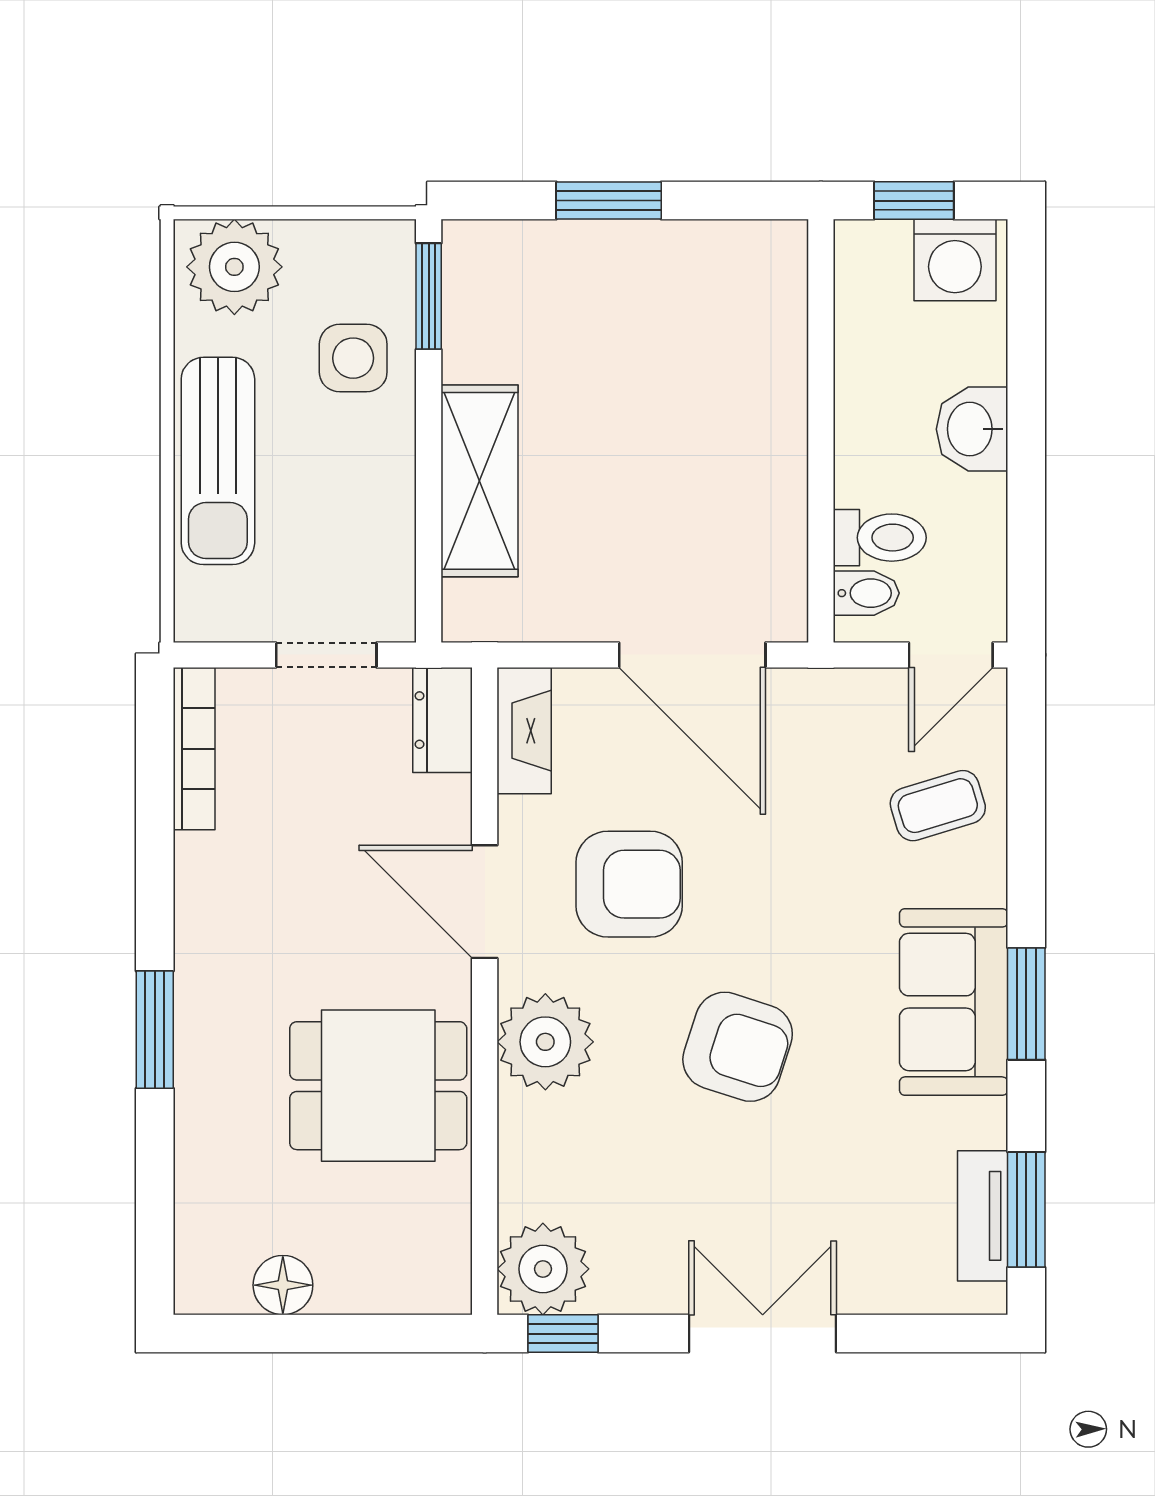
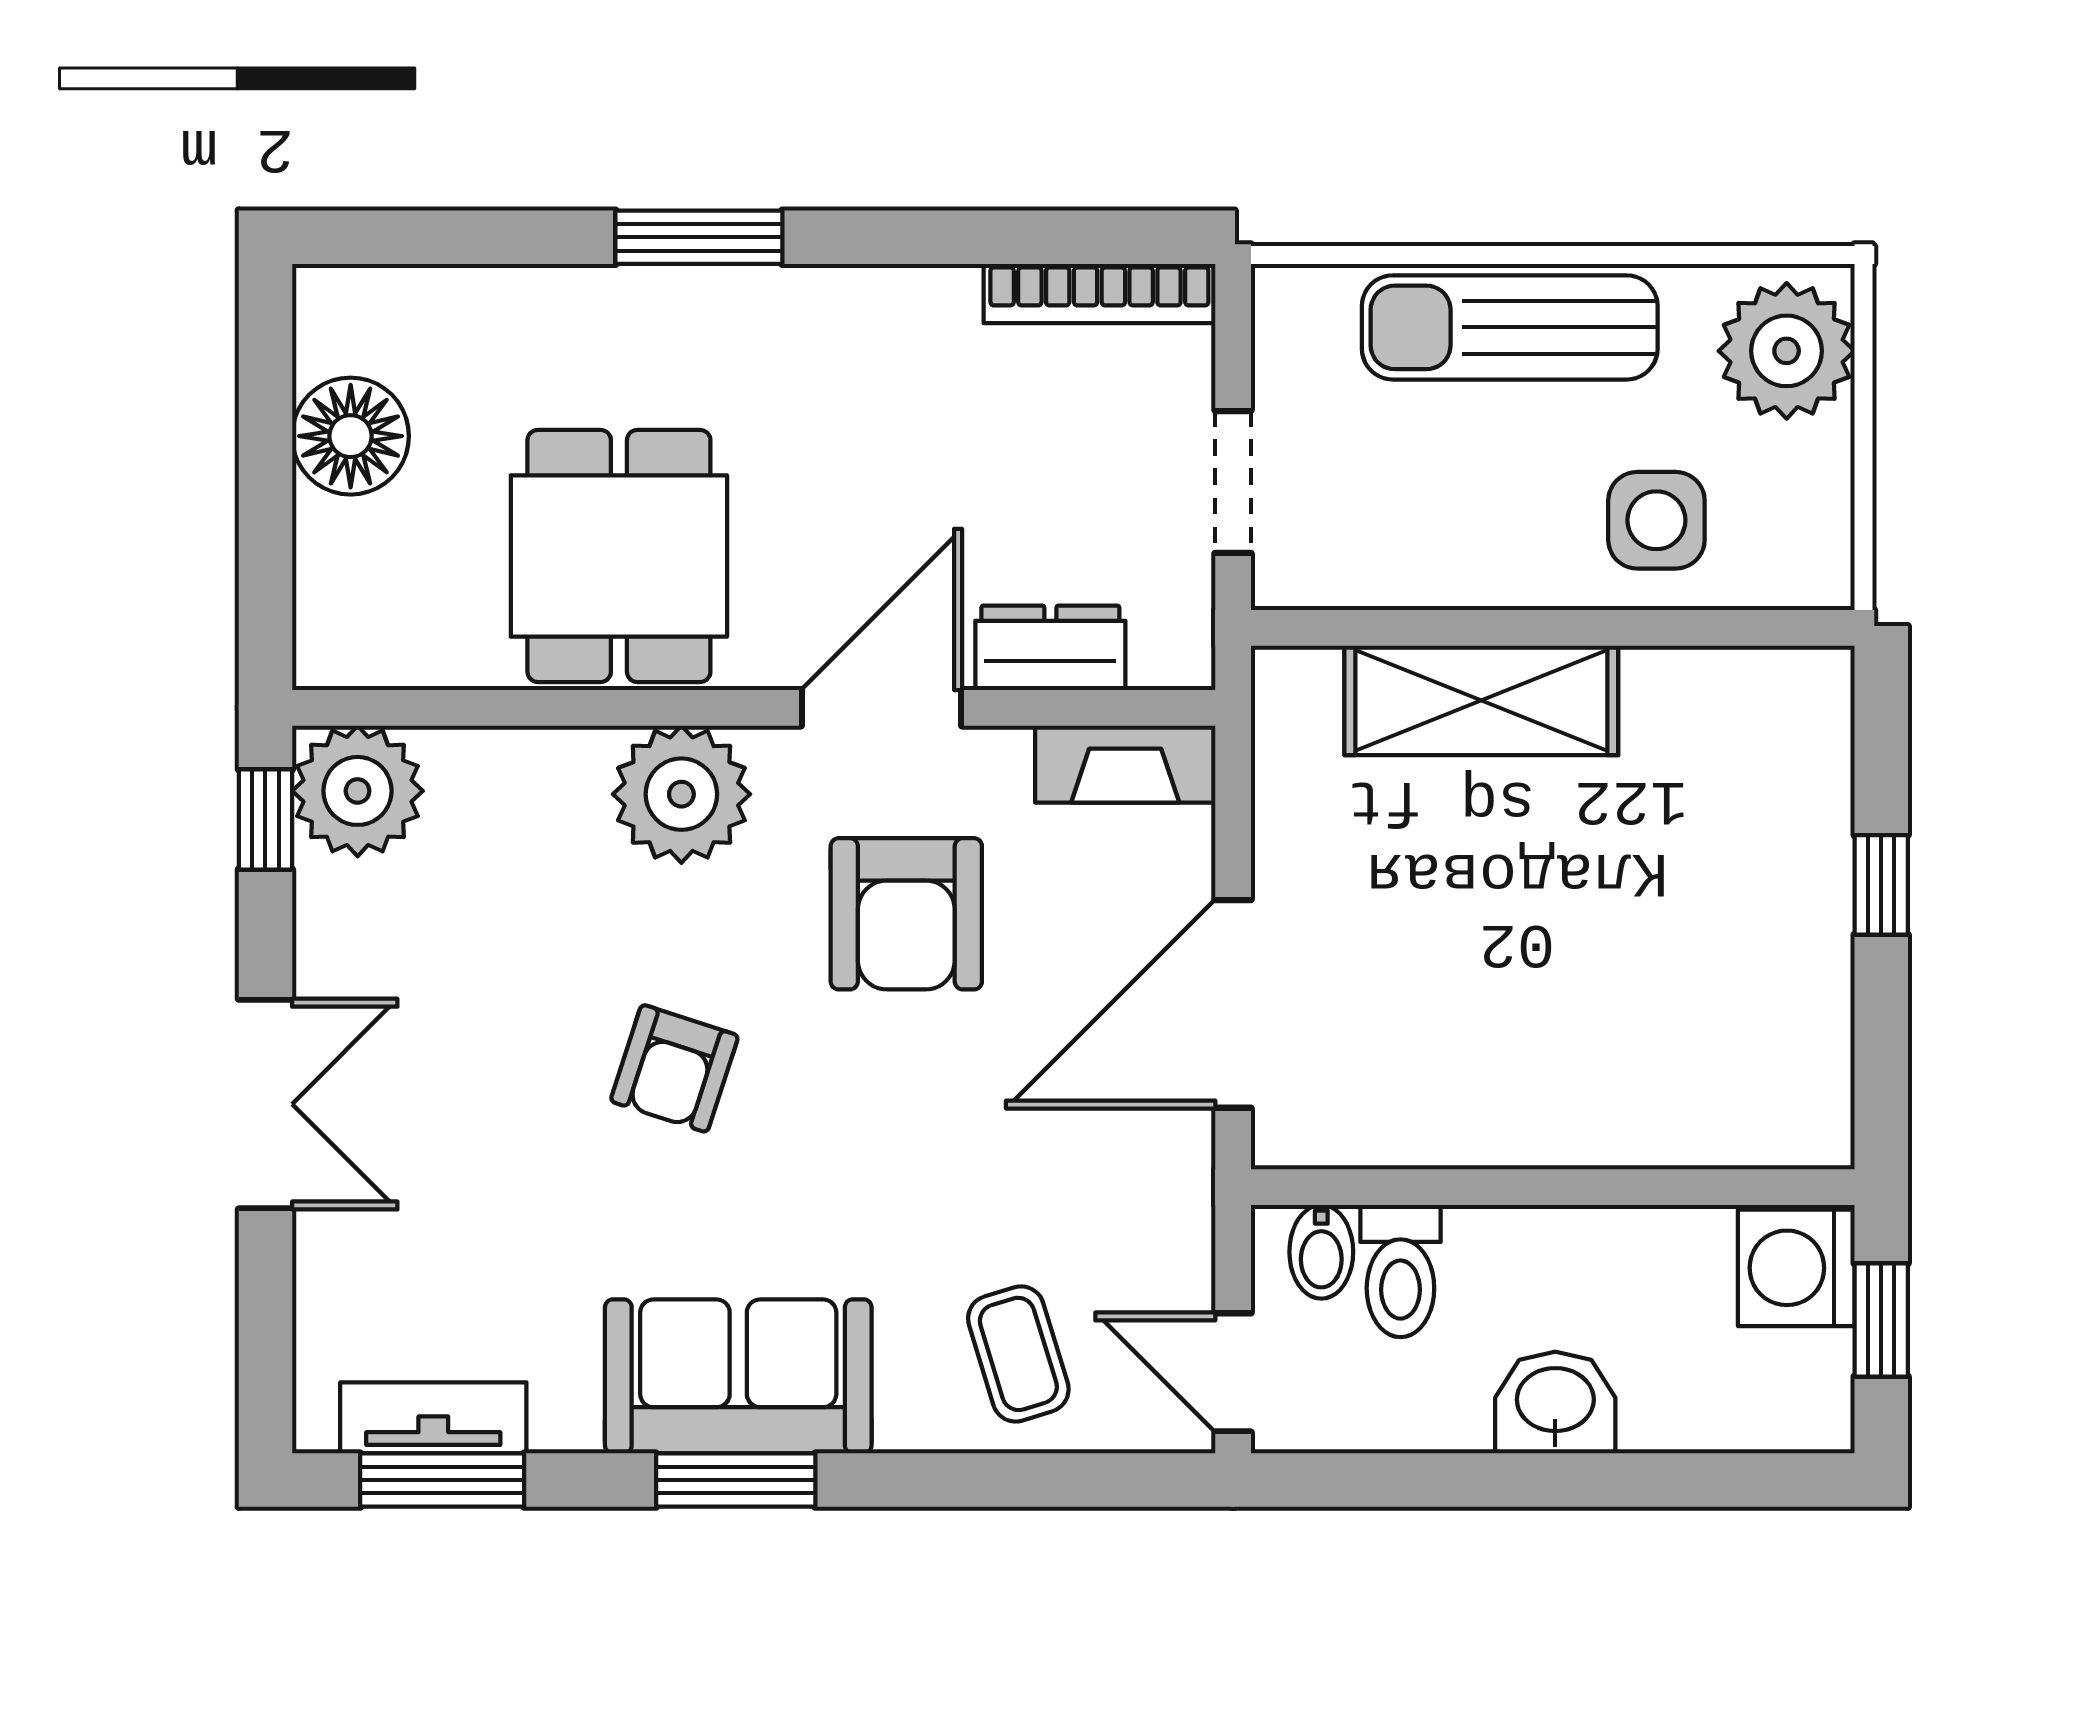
window: (609, 201) -> (1881, 885), width x0.67
washing machine: (955, 260) -> (1796, 1268), moved
window: (429, 296) -> (1745, 628), removed
dresser: (443, 720) -> (1050, 648), moved
armchair: (738, 1047) -> (674, 1068), width x0.72, depth x0.72
floor lamp: (283, 1285) -> (351, 436), width x1.38, depth x1.38

